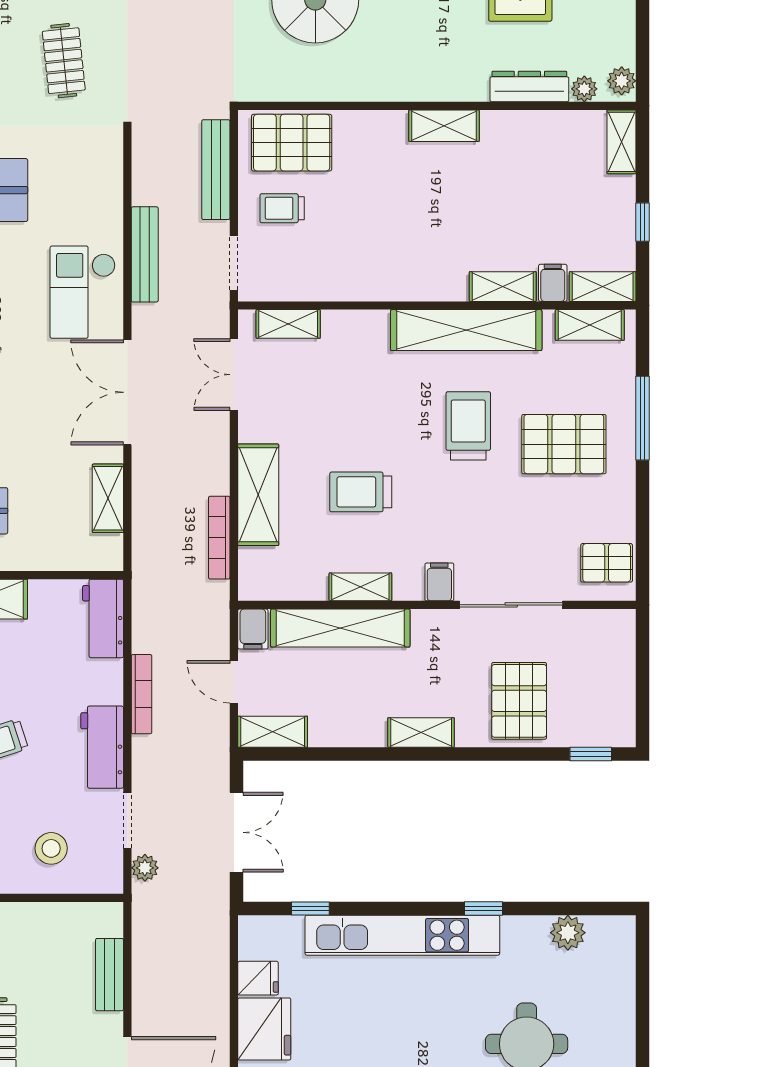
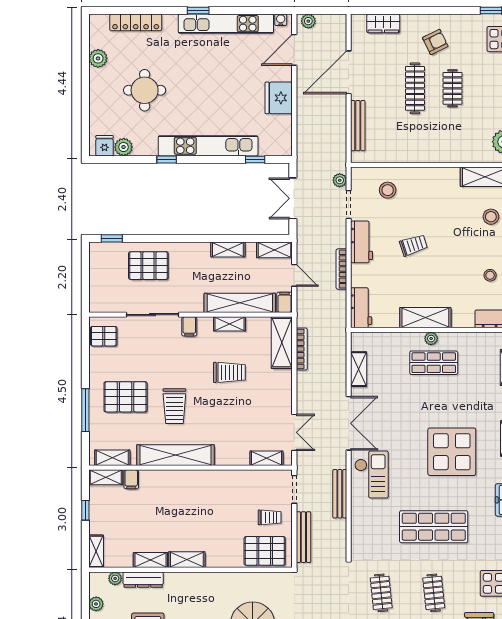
plant: (622, 81) -> (96, 604), moved
shelving: (503, 287) -> (150, 560), moved
shelving: (258, 495) -> (282, 343), moved
pallet: (519, 701) -> (148, 266), turned 90
shelving: (421, 733) -> (228, 249), moved
bench: (110, 975) -> (358, 126), width x1.36
fridge: (258, 978) -> (104, 146), moved, turned 90

